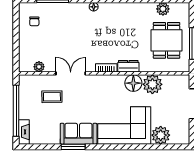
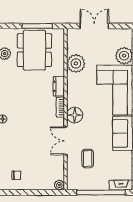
dining table: (167, 40) -> (34, 50), width x1.37
plant: (39, 67) -> (59, 185), moved
floor lamp: (133, 83) -> (75, 115), moved

